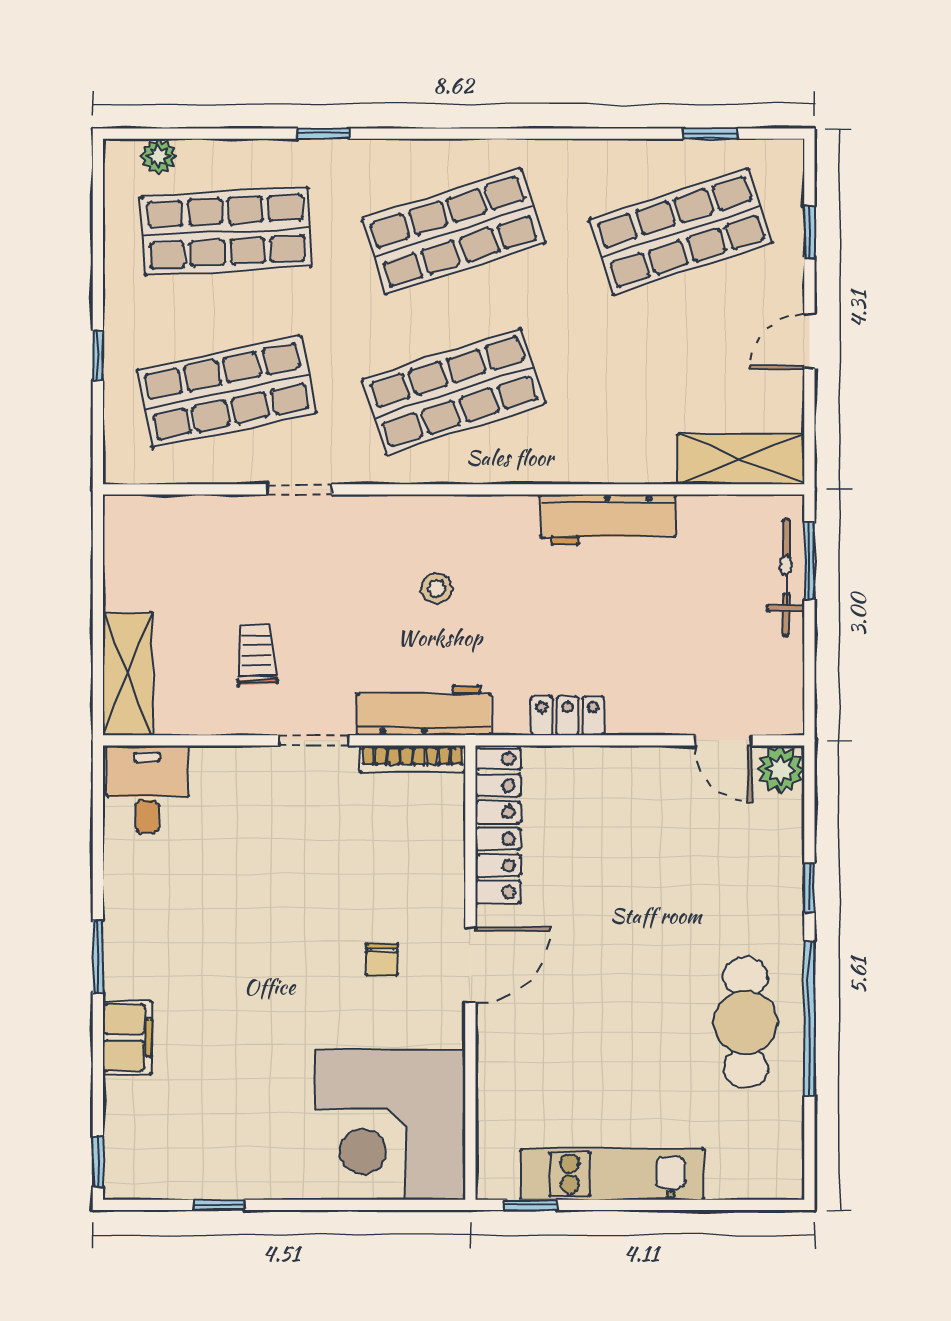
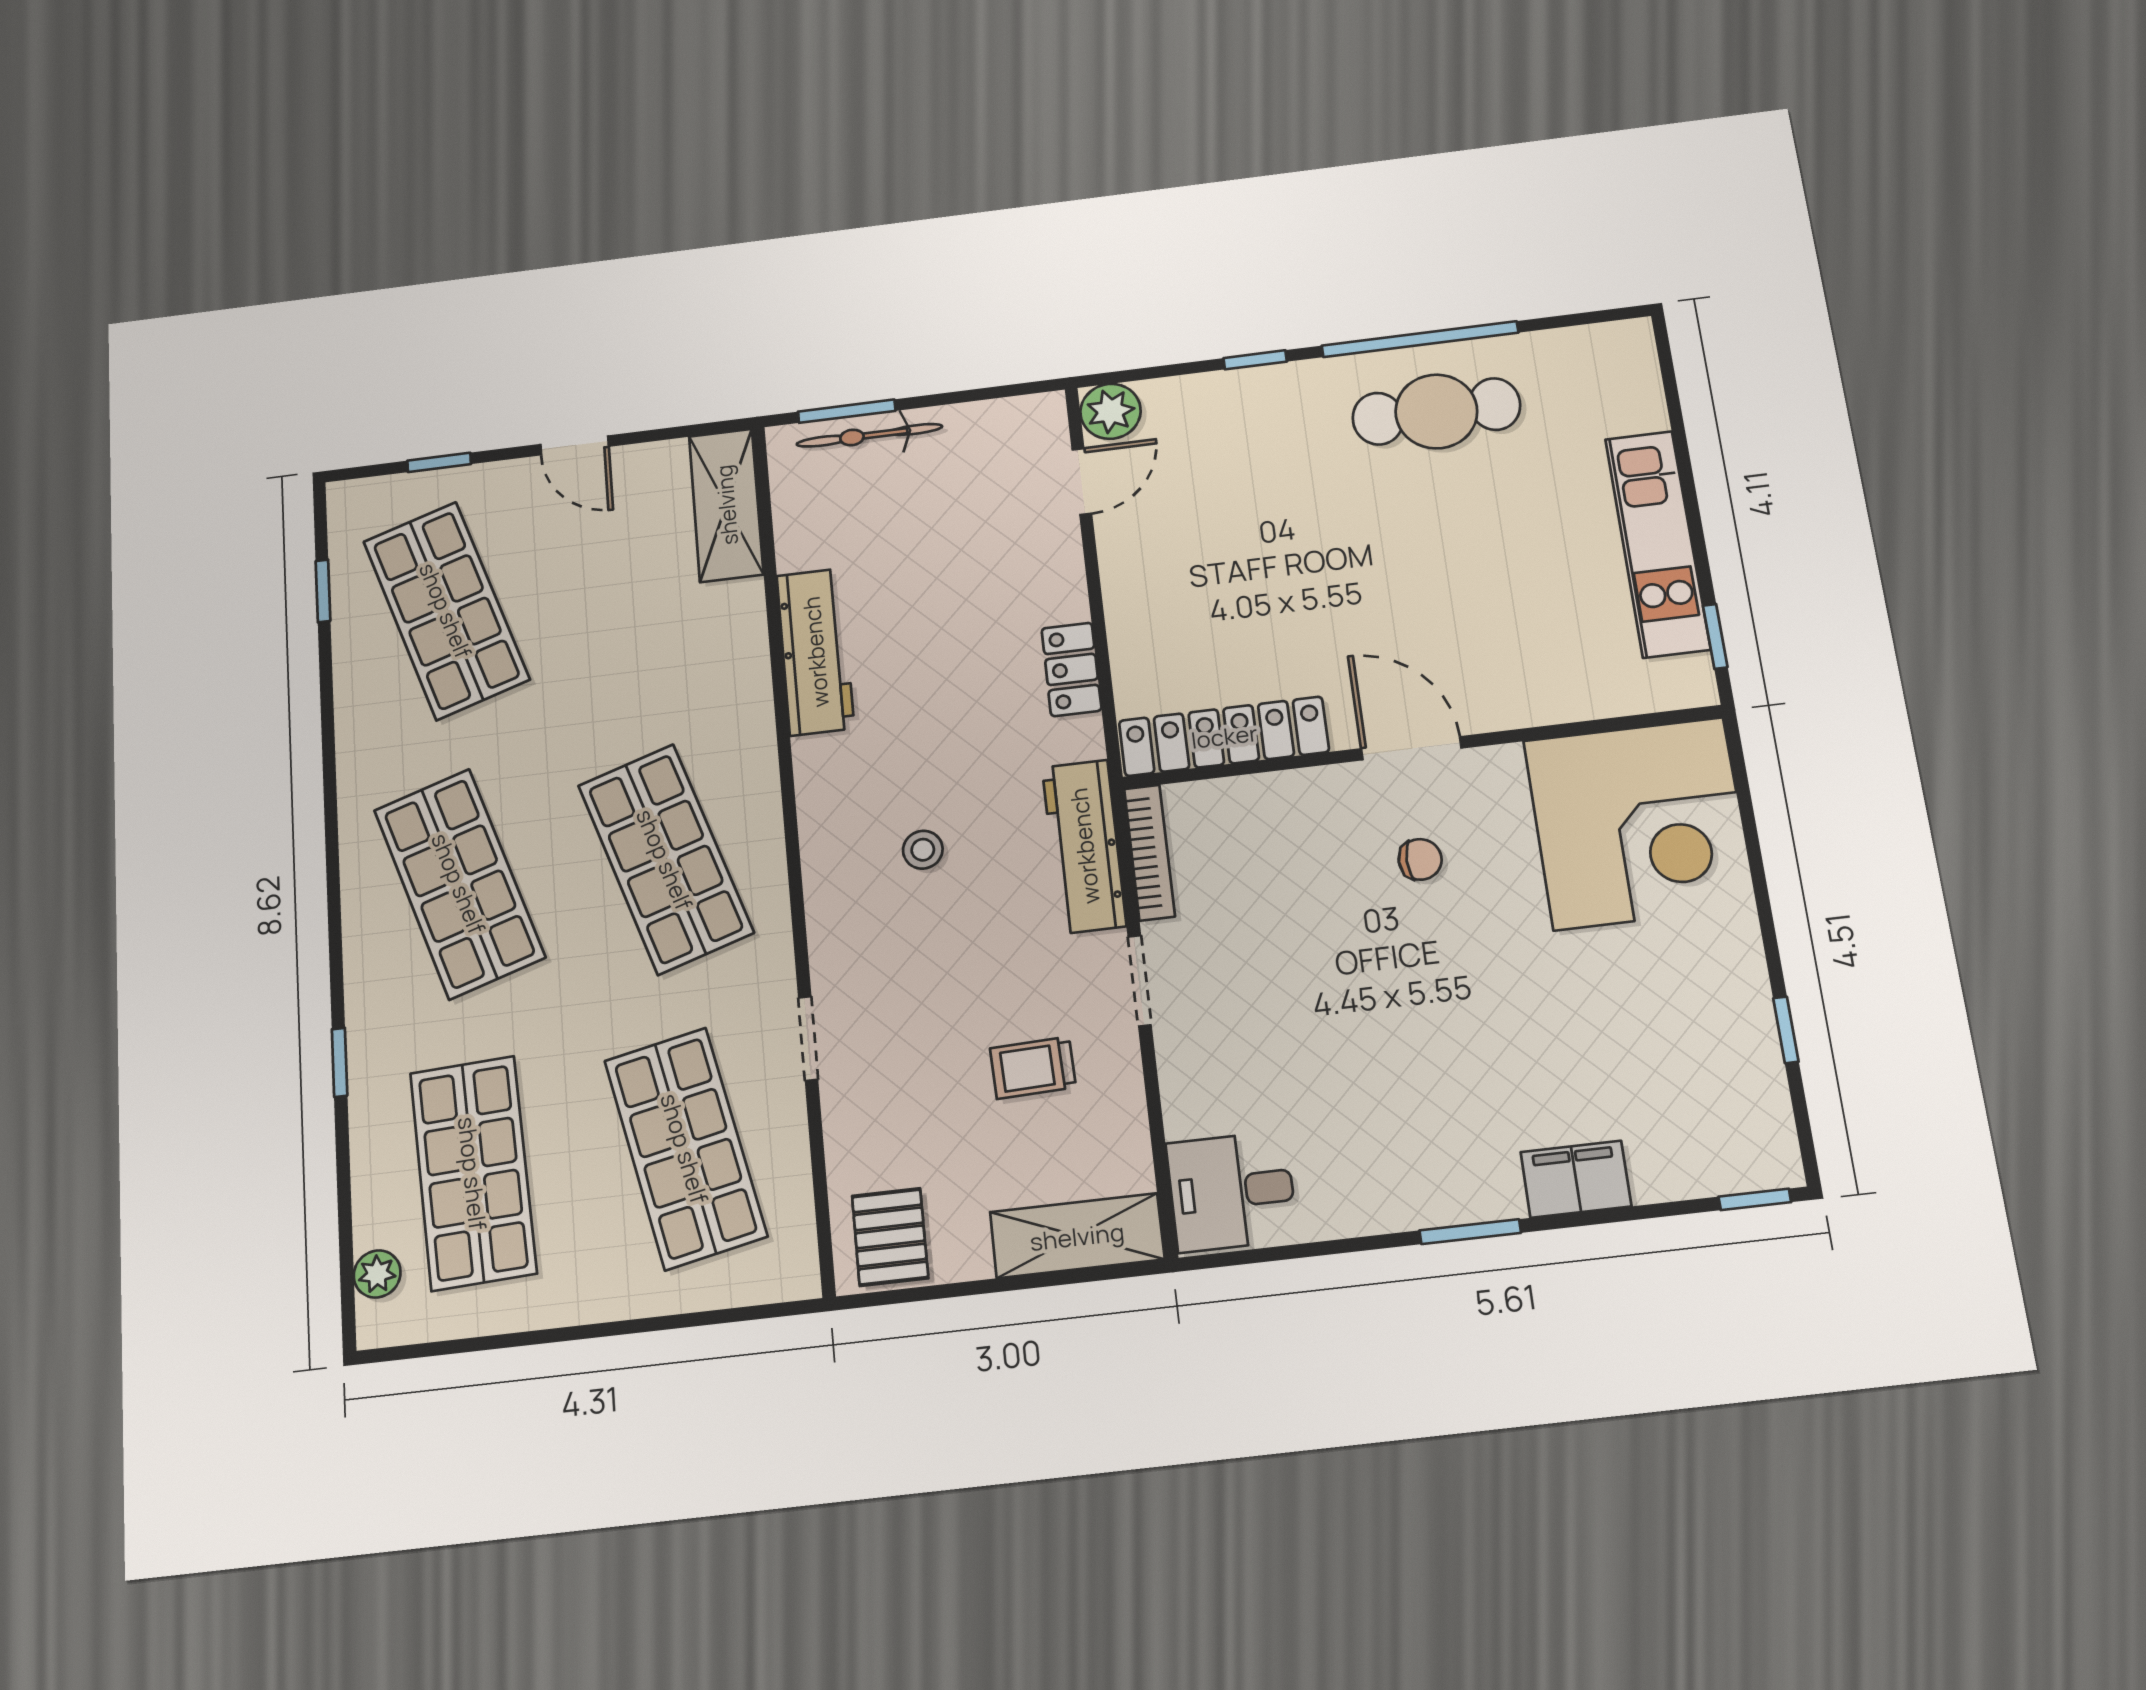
window: (98, 355) -> (648, 1325), removed
pallet: (142, 538) -> (890, 1237), added

